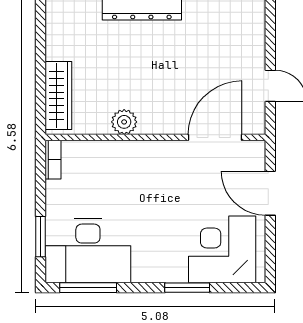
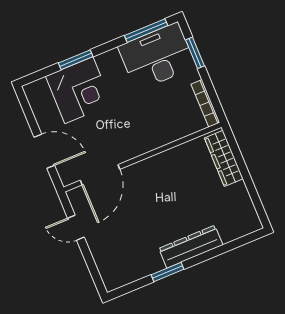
plant: (124, 122) -> (169, 159), removed
bookcase: (53, 160) -> (205, 103), width x1.56
corner desk: (222, 249) -> (79, 90), moved

